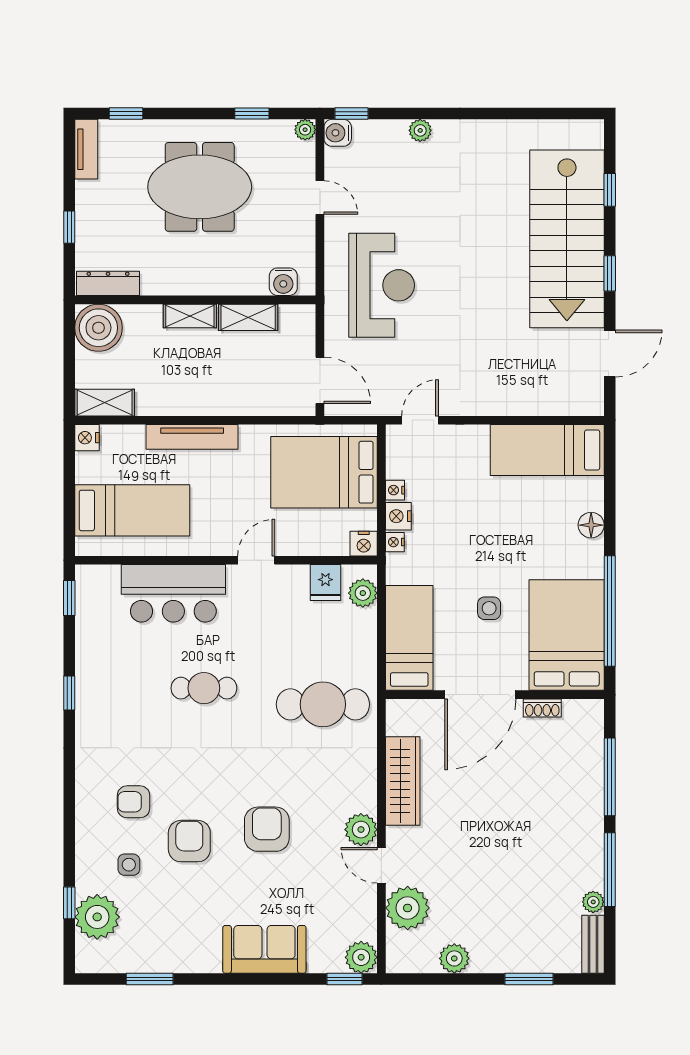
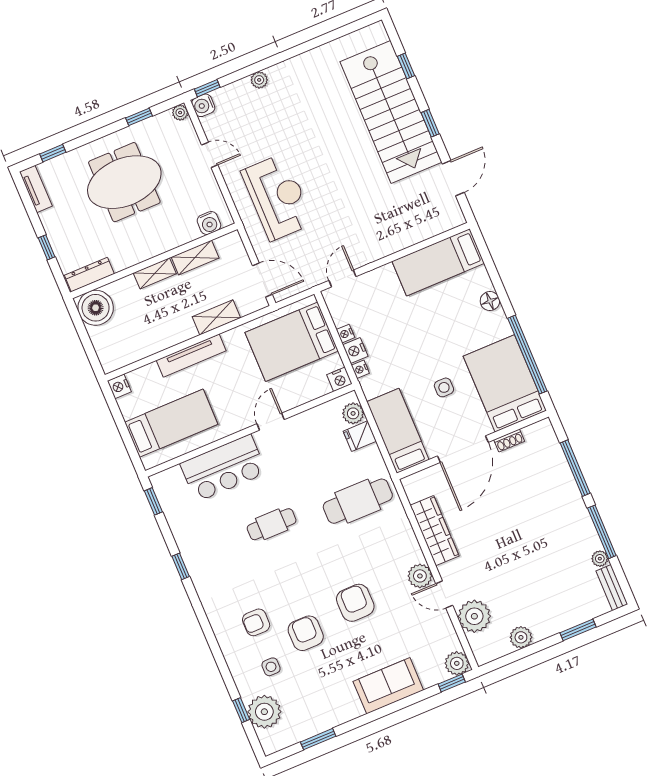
shelving: (105, 403) -> (216, 317), moved
fridge: (325, 582) -> (360, 436), moved, turned 90

